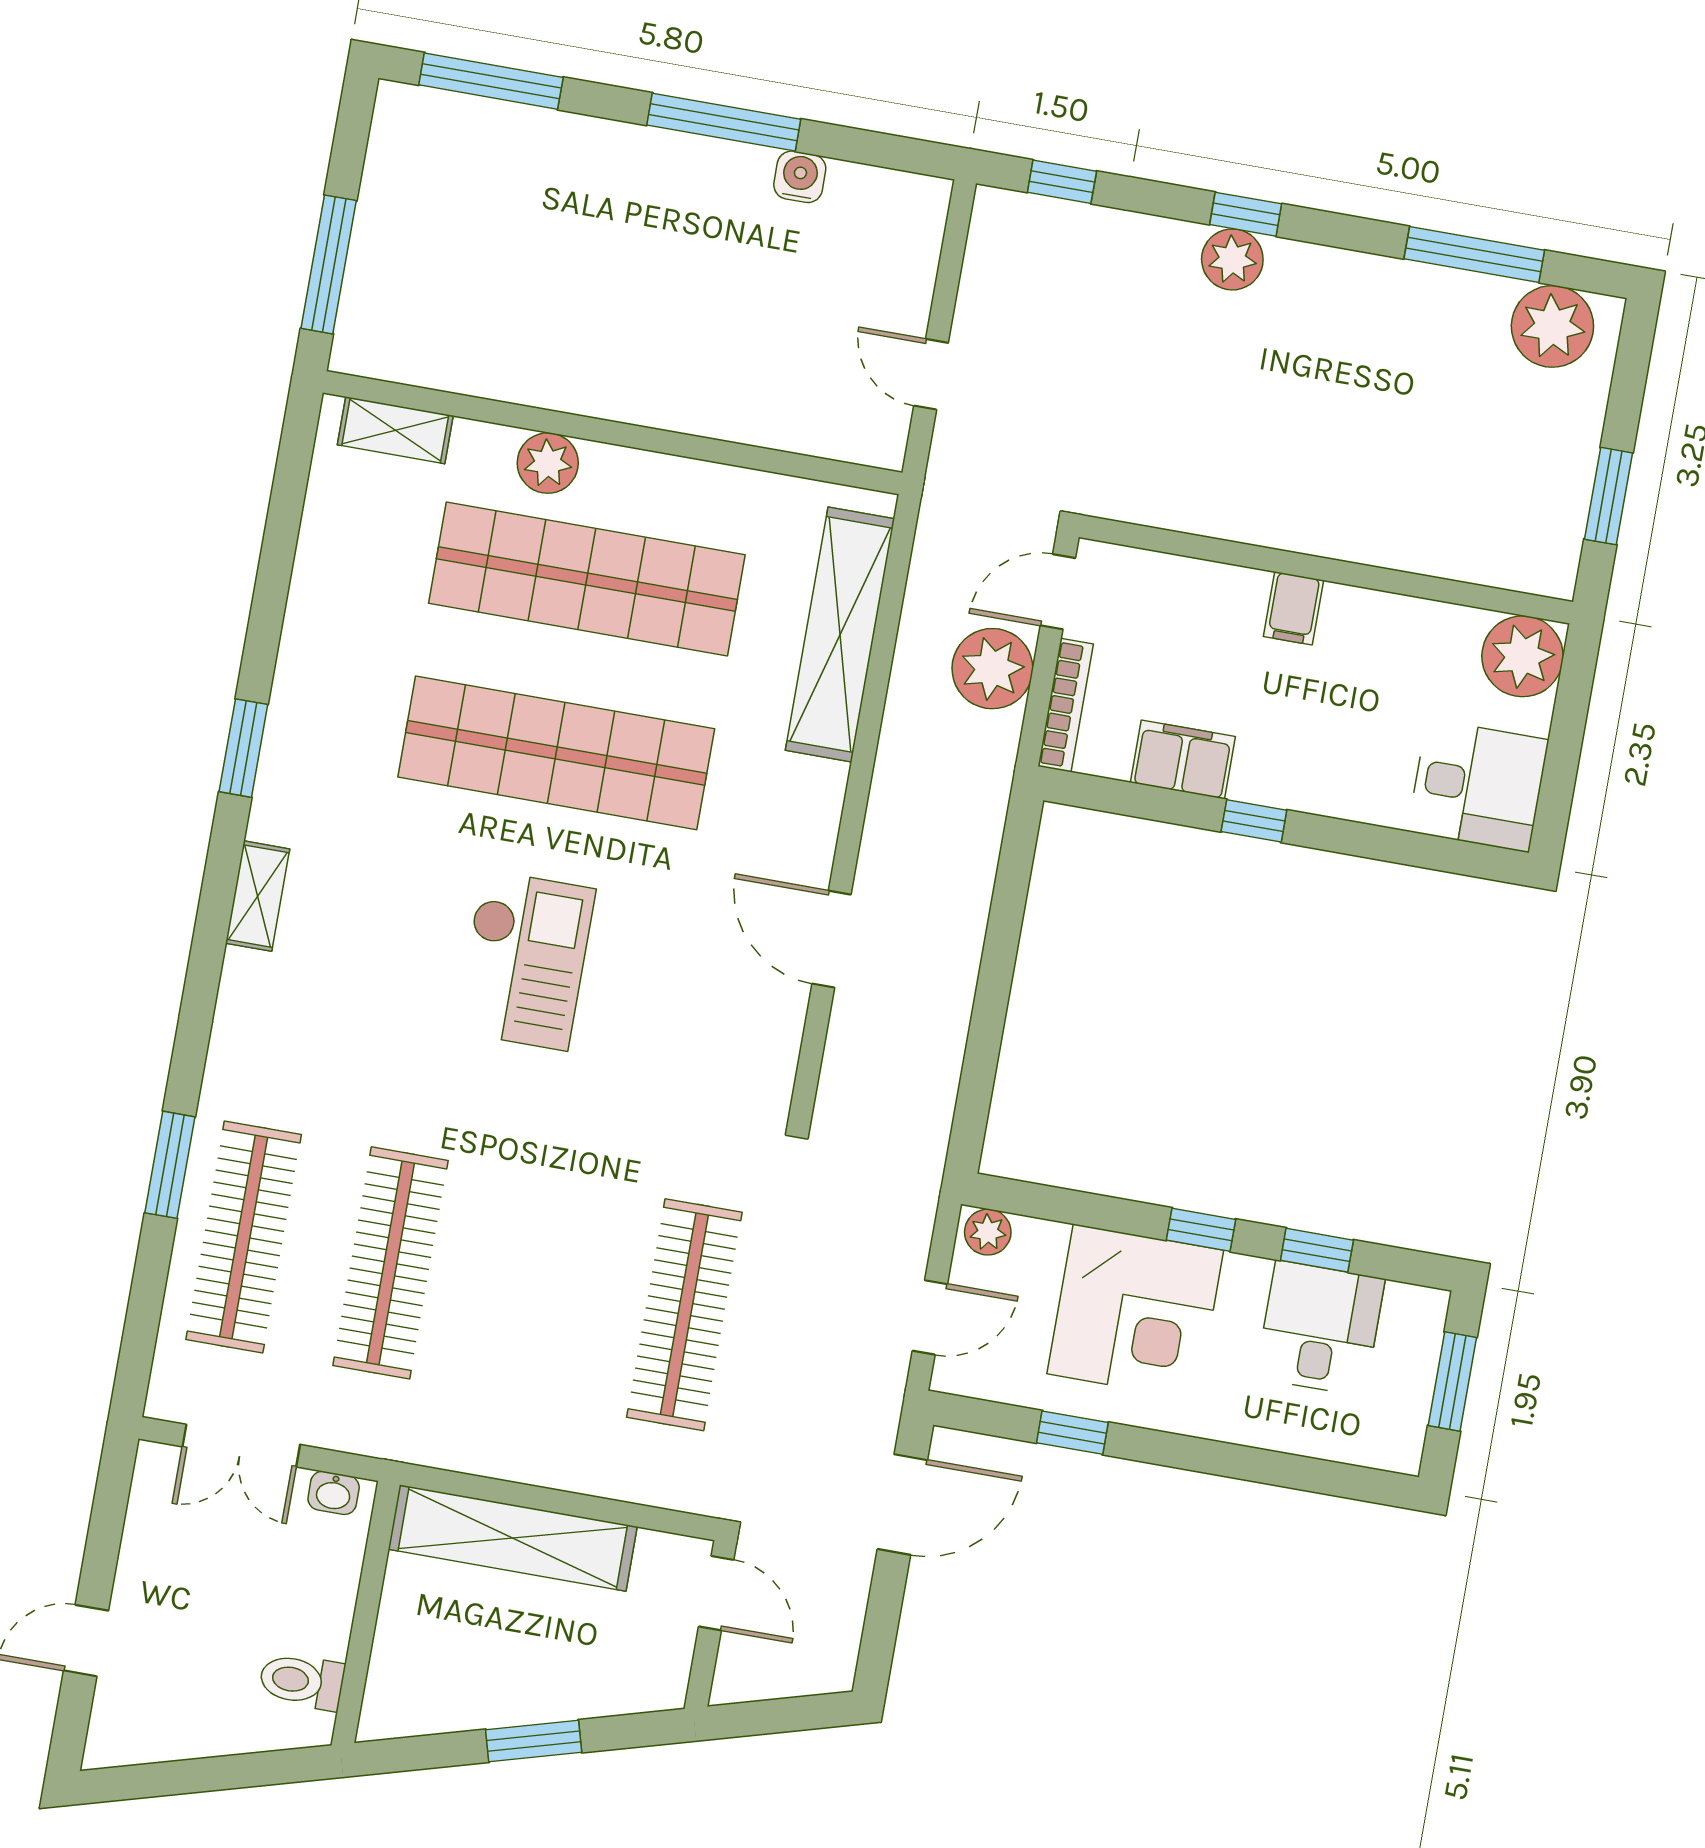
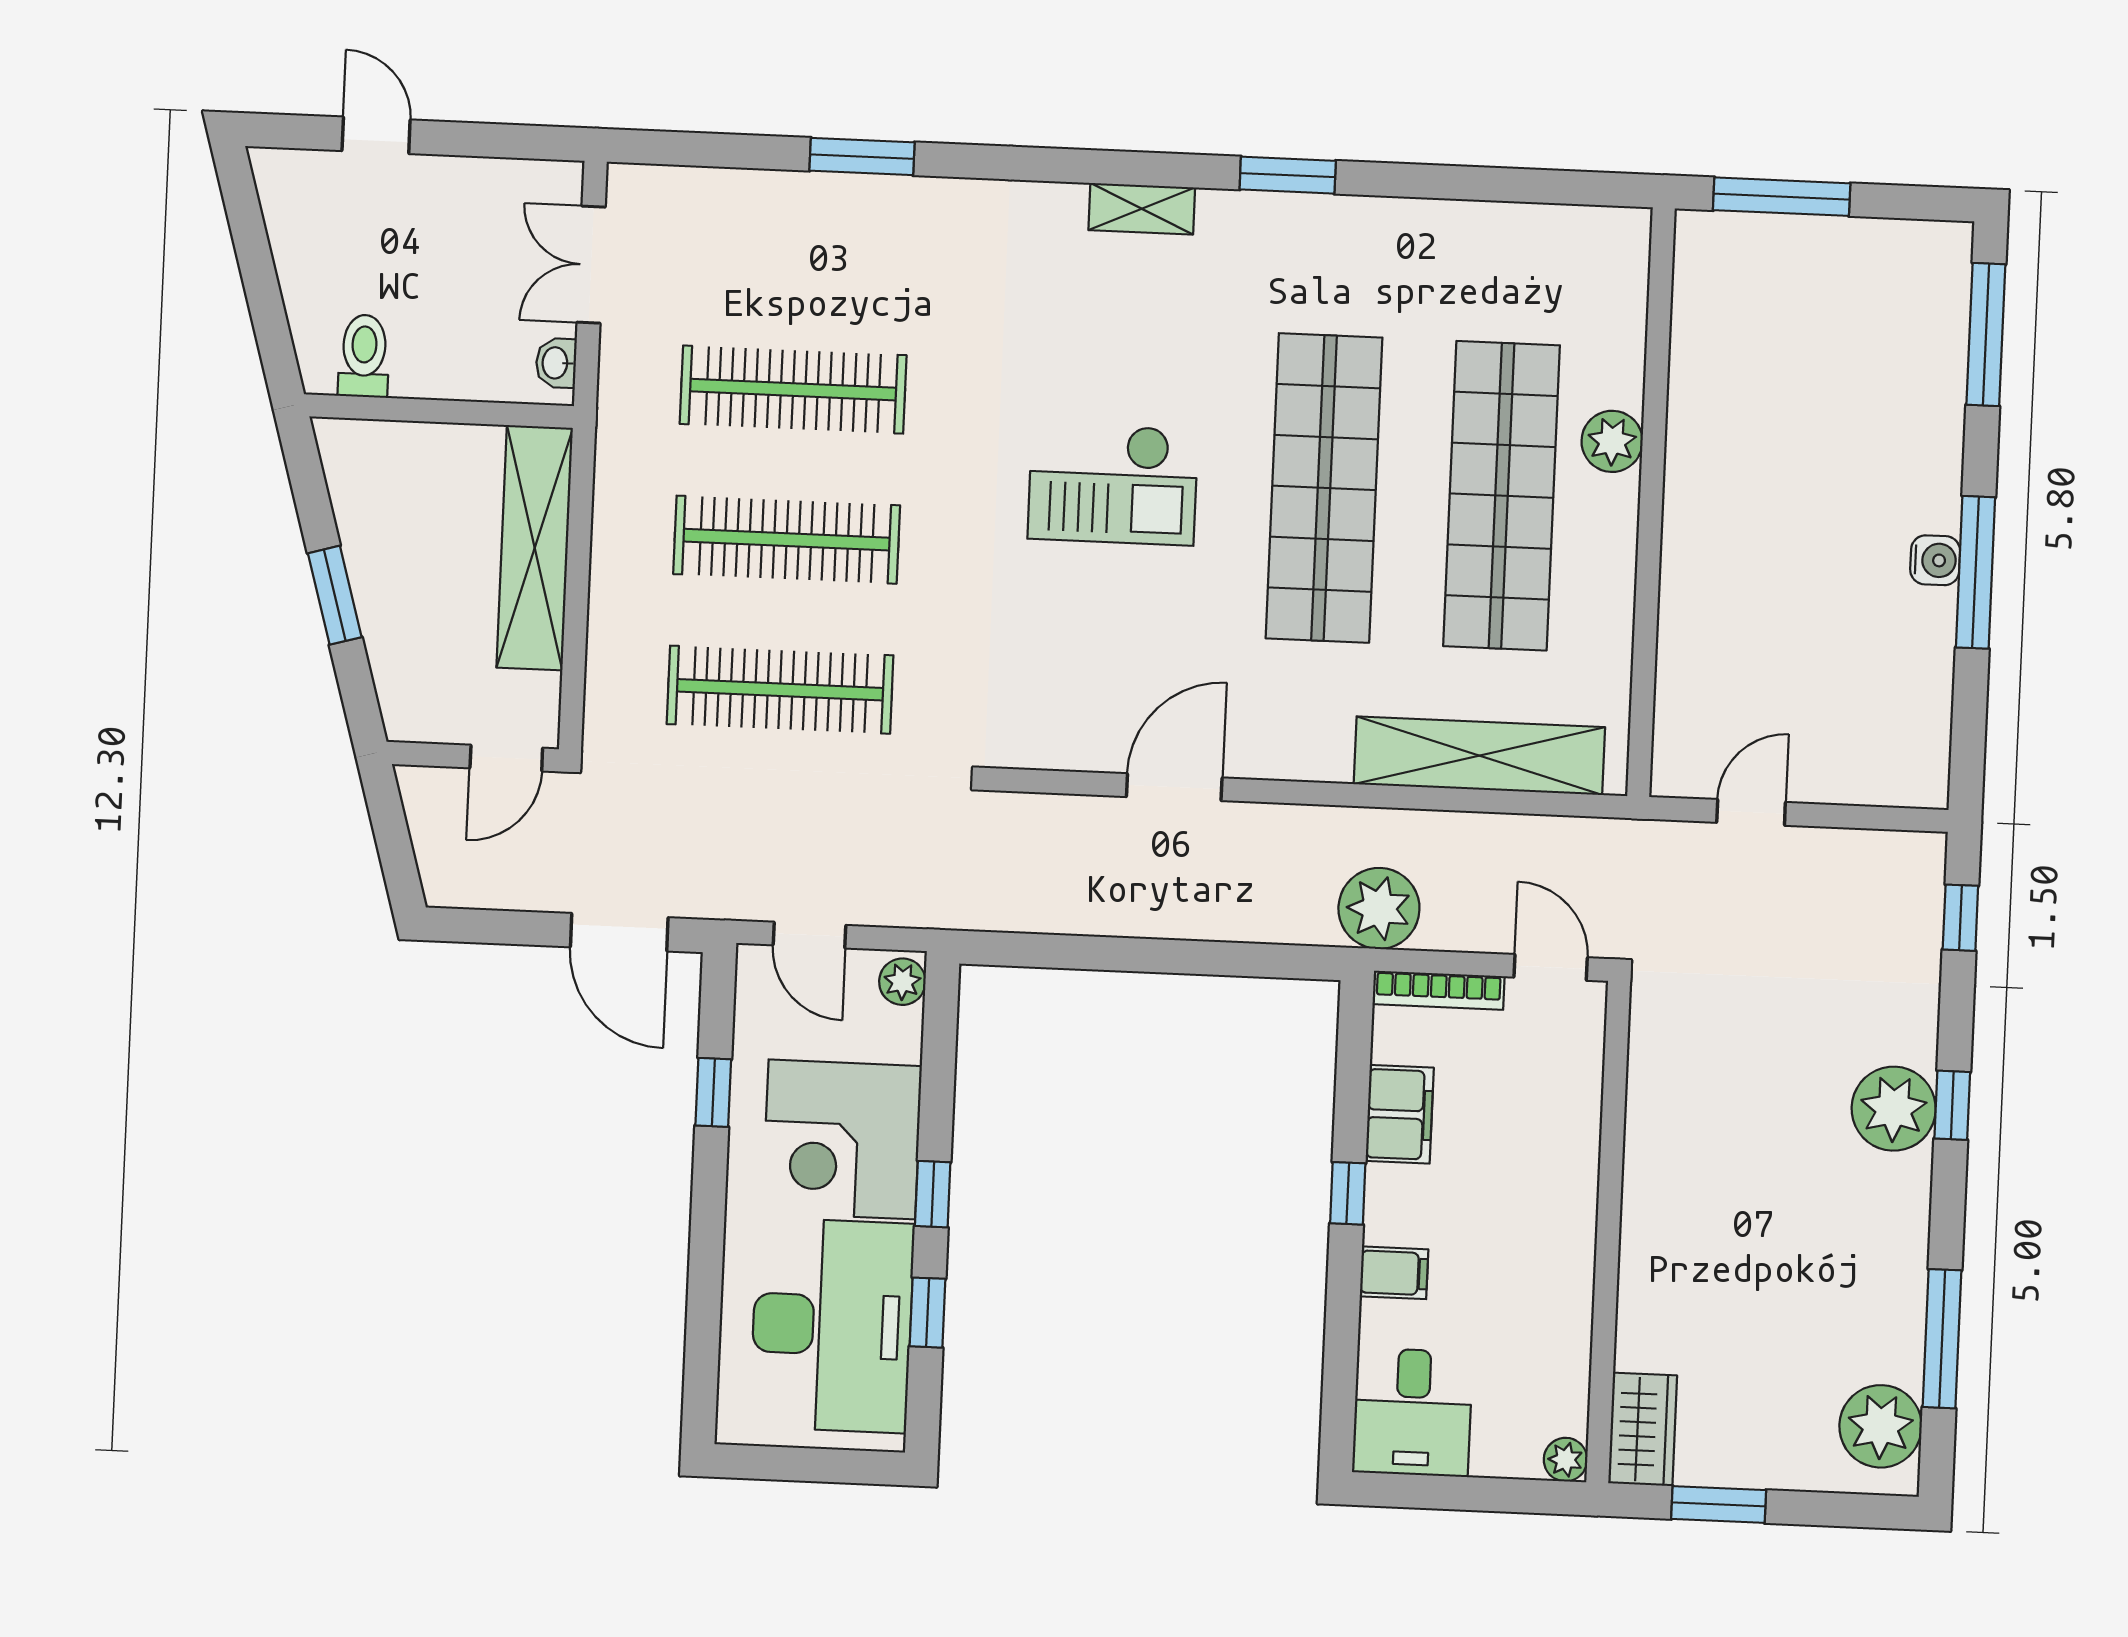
water cooler: (800, 177) -> (1935, 560), moved
plant: (1232, 259) -> (1894, 1109), width x1.36, depth x1.36
shelving: (395, 430) -> (1625, 285), removed
wardrobe: (1525, 561) -> (1643, 1429), added
filing cabinet: (1293, 608) -> (1394, 1273), moved, turned 180
plant: (1522, 656) -> (1566, 1460), width x0.53, depth x0.53
plant: (992, 669) -> (1379, 908), moved
clothes rail: (244, 1237) -> (787, 540), moved
desk: (1320, 1328) -> (832, 1325), width x1.87, depth x1.30
window: (1452, 1382) -> (814, 1465), removed

